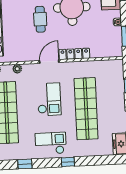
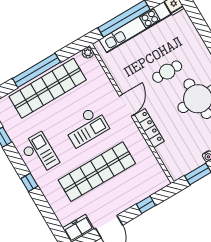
door: (49, 61) -> (127, 105), hinge flipped
plant: (17, 69) -> (101, 75), removed

